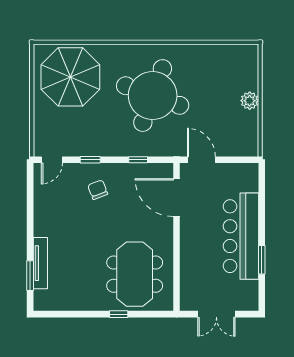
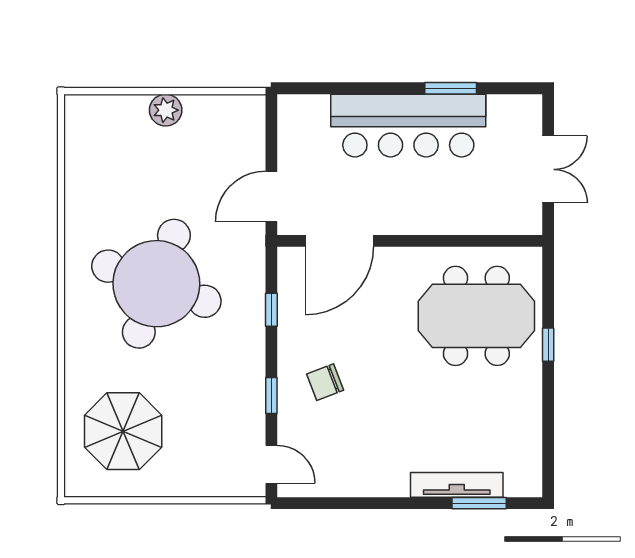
parasol: (70, 77) -> (123, 431), width x0.73, depth x0.73

